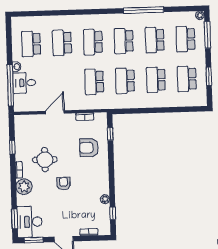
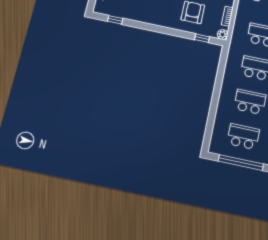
window: (209, 76) -> (241, 163), width x2.11
plant: (105, 199) -> (223, 35), moved

